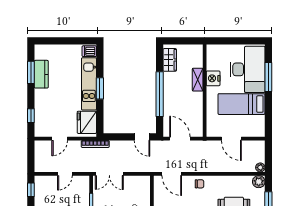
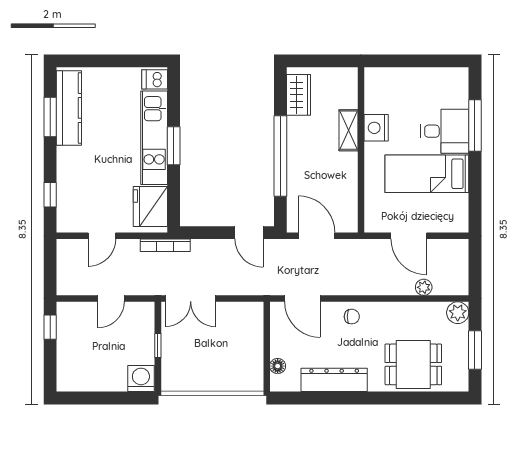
desk: (247, 69) -> (445, 131), width x0.53, depth x0.77
kitchen counter: (41, 74) -> (69, 108), width x1.50
plant: (260, 167) -> (424, 287), moved

